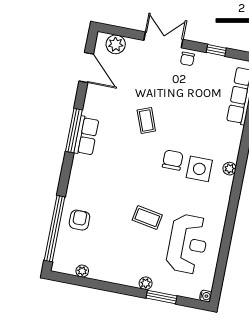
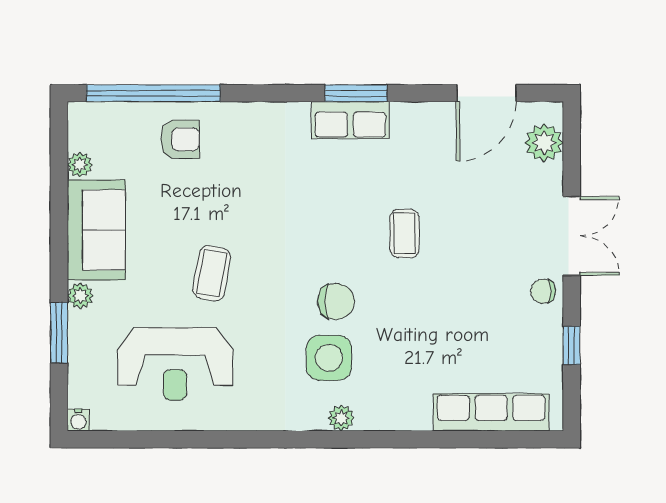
coffee table: (146, 121) -> (404, 233), turned -69
window: (74, 131) -> (356, 93), width x0.69
sofa: (115, 269) -> (96, 230), added

